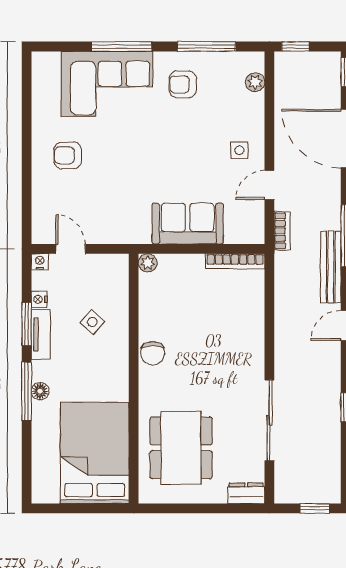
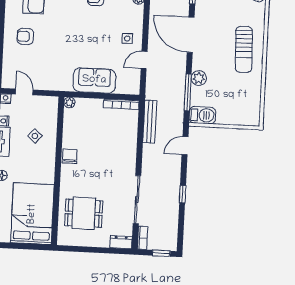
bookcase: (282, 231) -> (142, 238), moved
bench: (331, 267) -> (150, 122), moved
chair: (153, 353) -> (70, 156), turned 180
dining table: (181, 448) -> (84, 213), width x0.73

